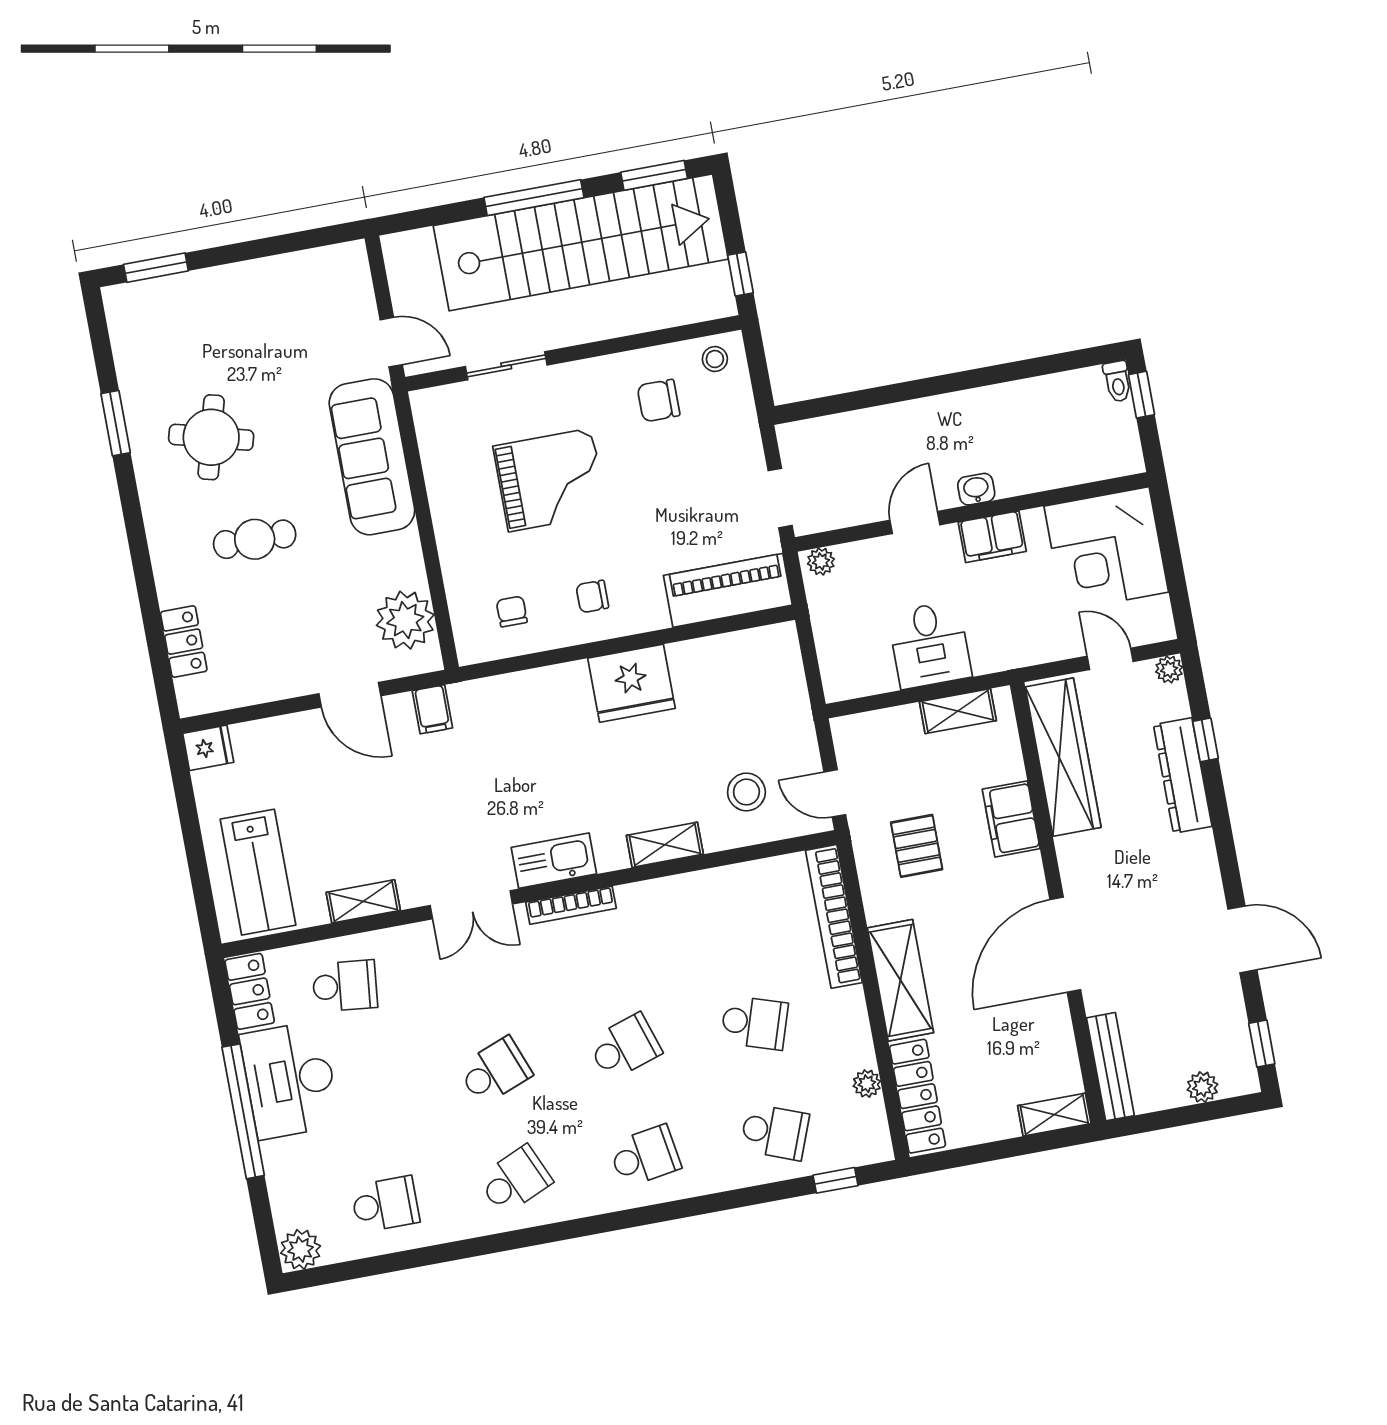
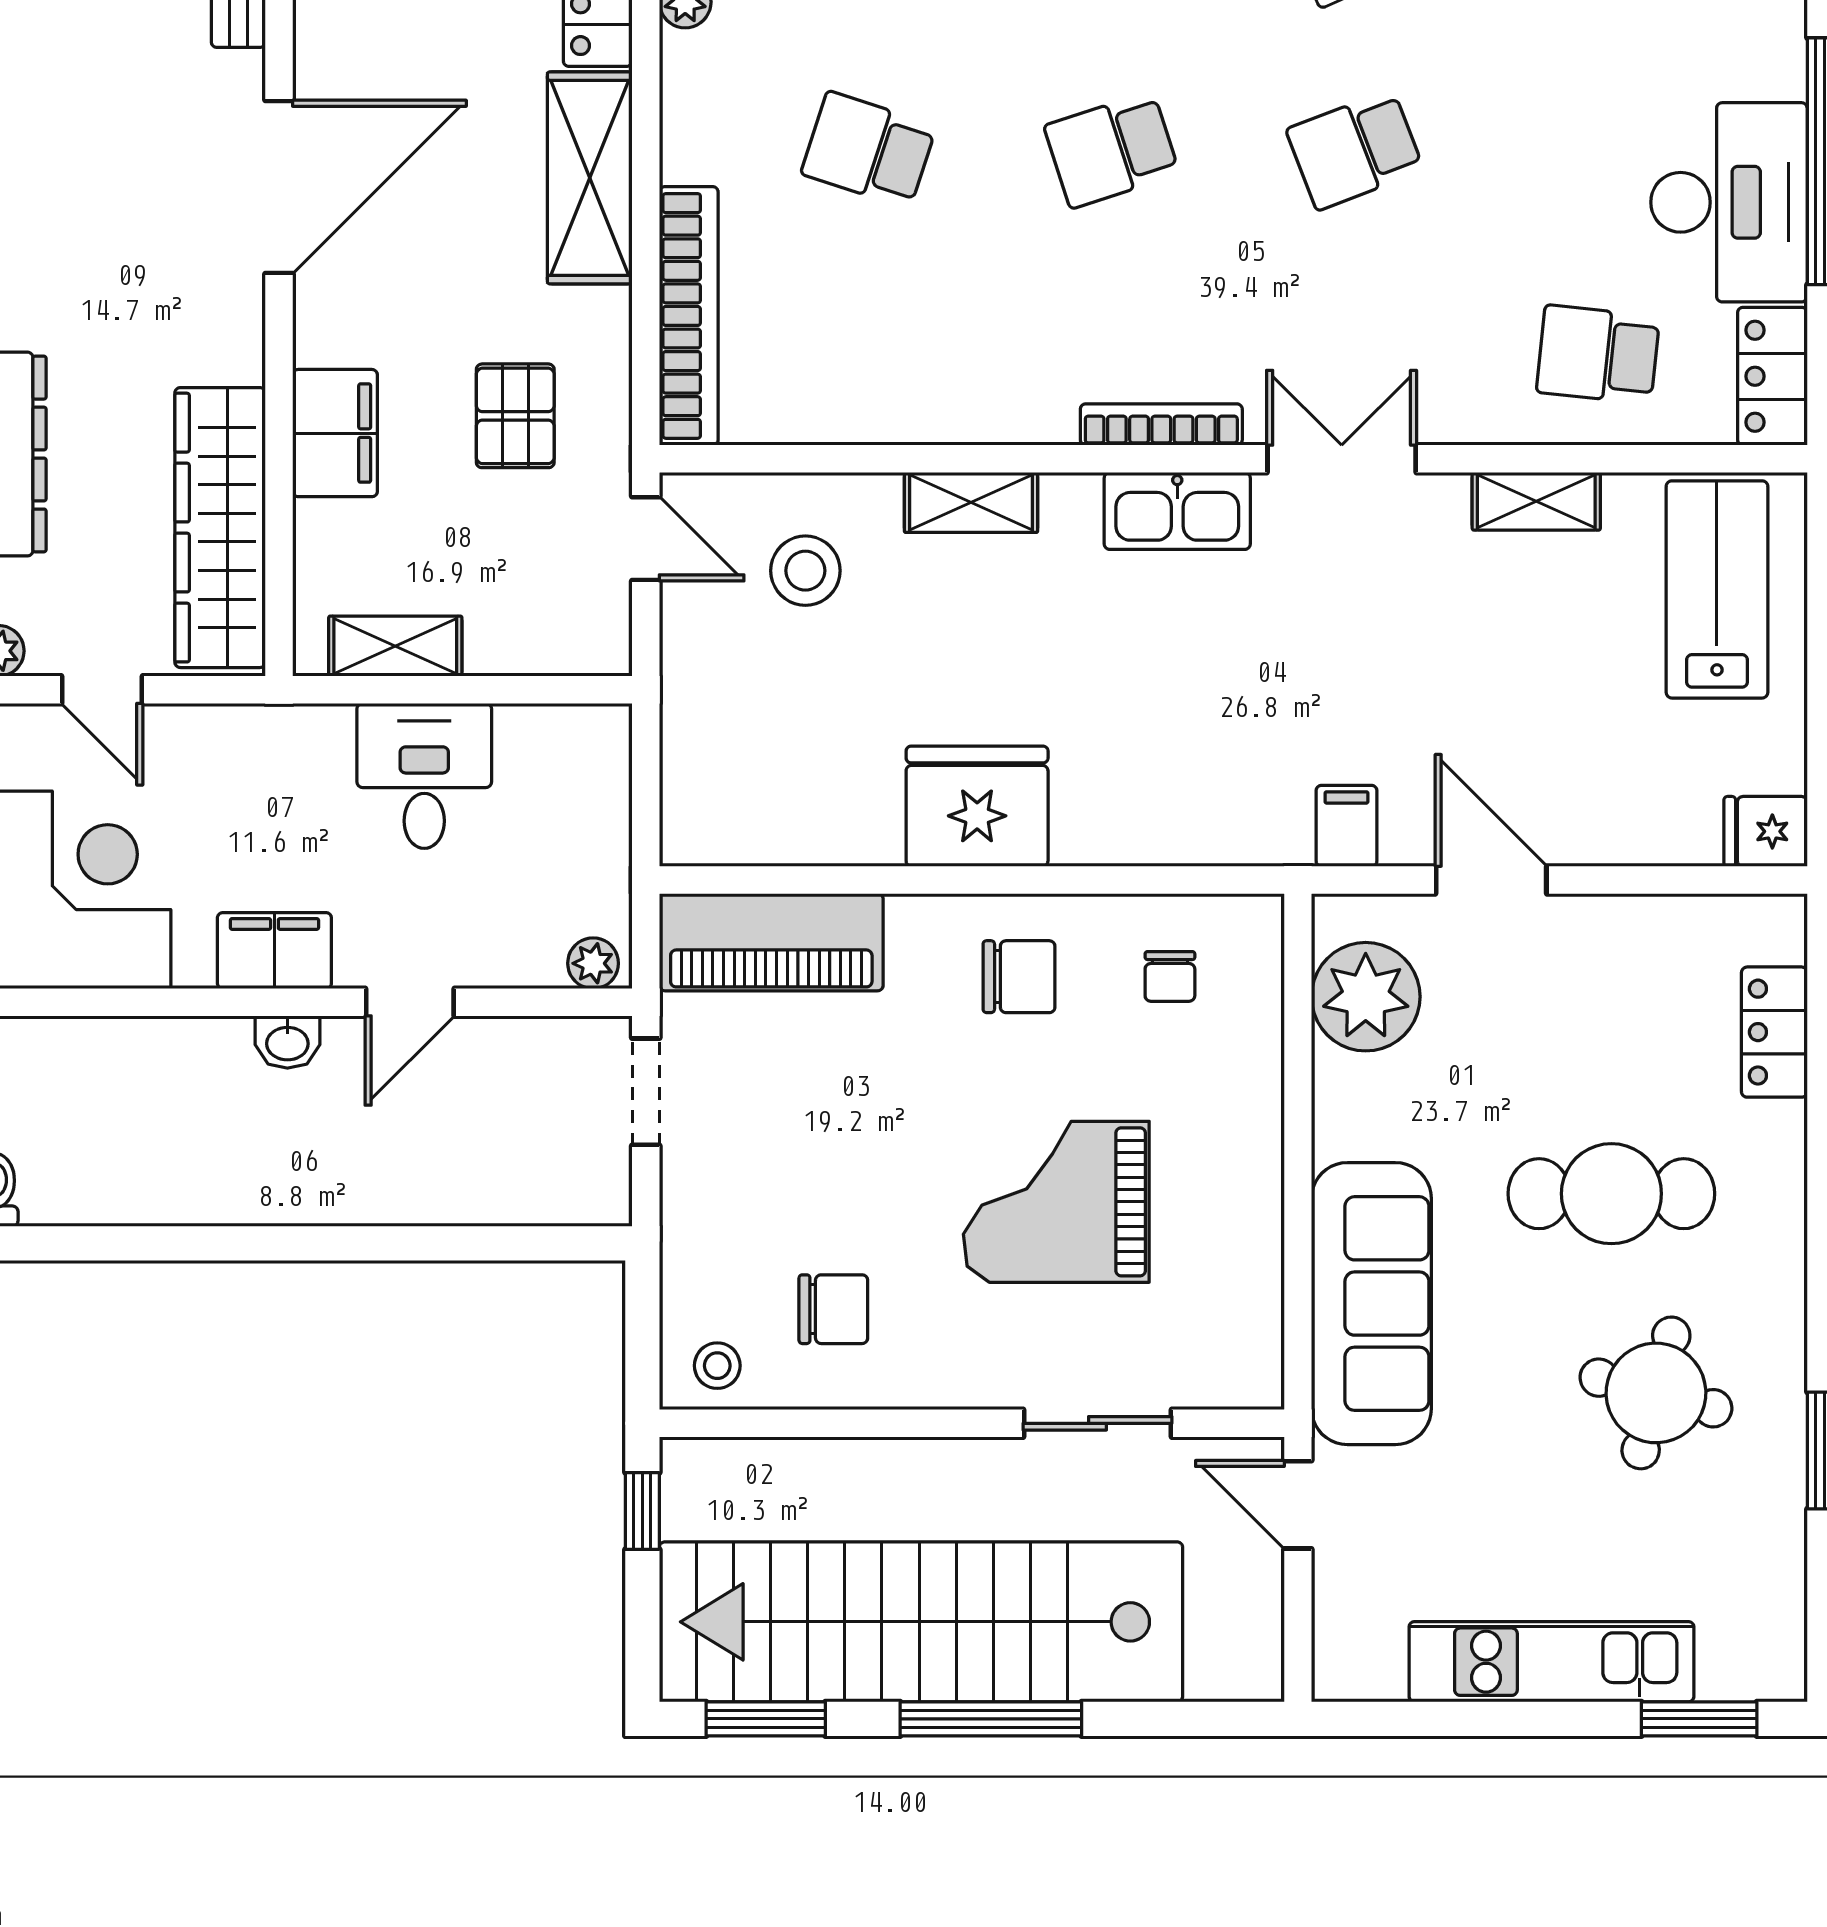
kitchen unit: (240, 284) -> (1551, 1662), added
cafe table: (255, 539) -> (1611, 1194), width x1.37, depth x1.35
chair: (592, 596) -> (1019, 977), width x1.37, depth x1.37

